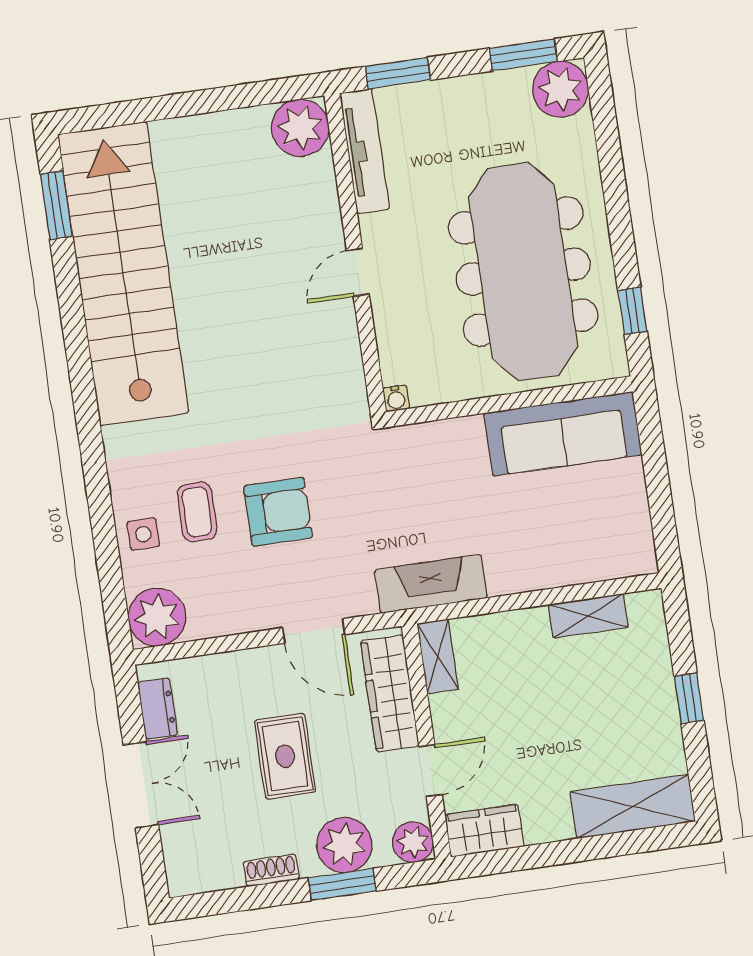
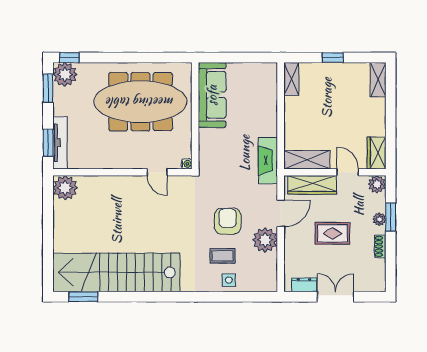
tv unit: (364, 151) -> (60, 143), moved, turned 90
door: (358, 272) -> (157, 172), moved
window: (632, 311) -> (69, 57), moved
shelving: (588, 616) -> (291, 79), moved
plant: (157, 617) -> (265, 240), moved
shelving: (438, 656) -> (307, 160), width x1.50, depth x1.33
shelving: (633, 806) -> (378, 80), width x0.67, depth x0.75
plant: (344, 845) -> (379, 219), width x0.53, depth x0.53

